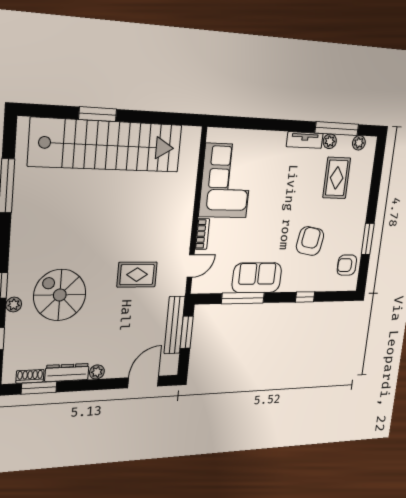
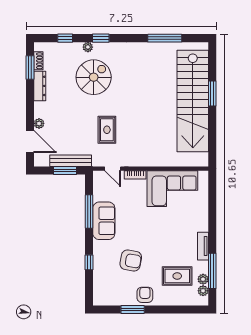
plant: (330, 141) -> (203, 279), moved
armchair: (347, 265) -> (145, 295), moved
plant: (97, 372) -> (39, 123), moved

